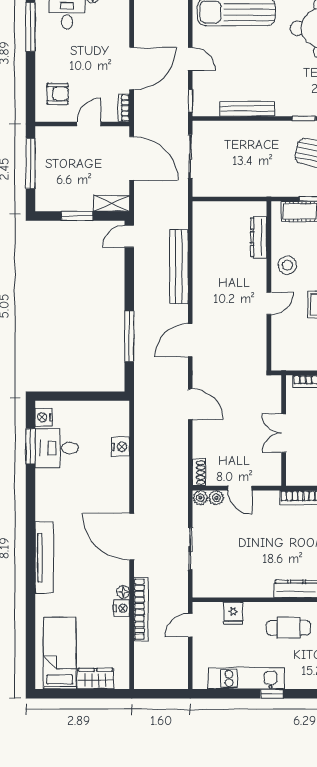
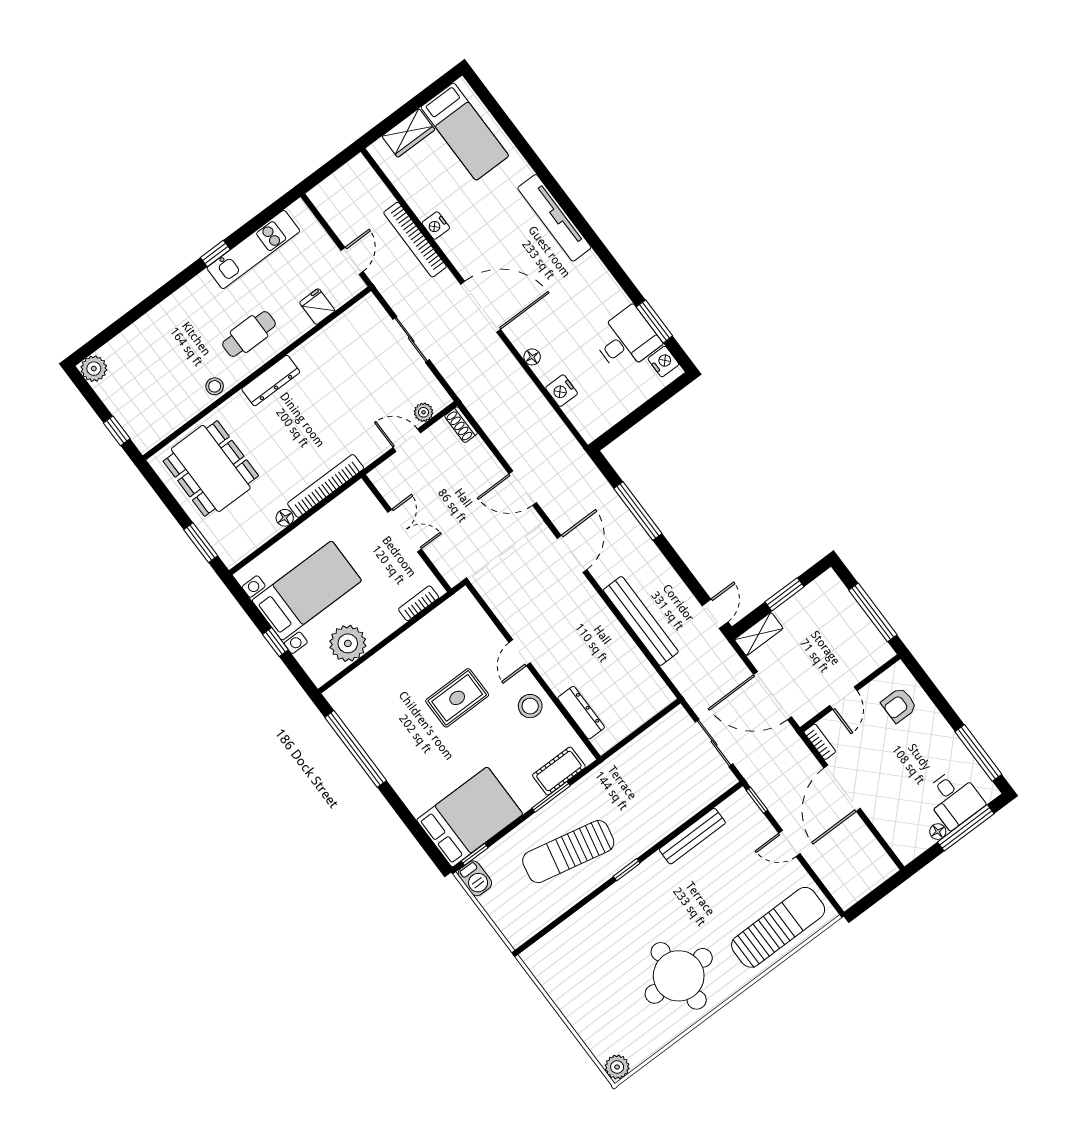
plant: (200, 498) -> (440, 400), removed
floor lamp: (123, 592) -> (532, 357), moved

